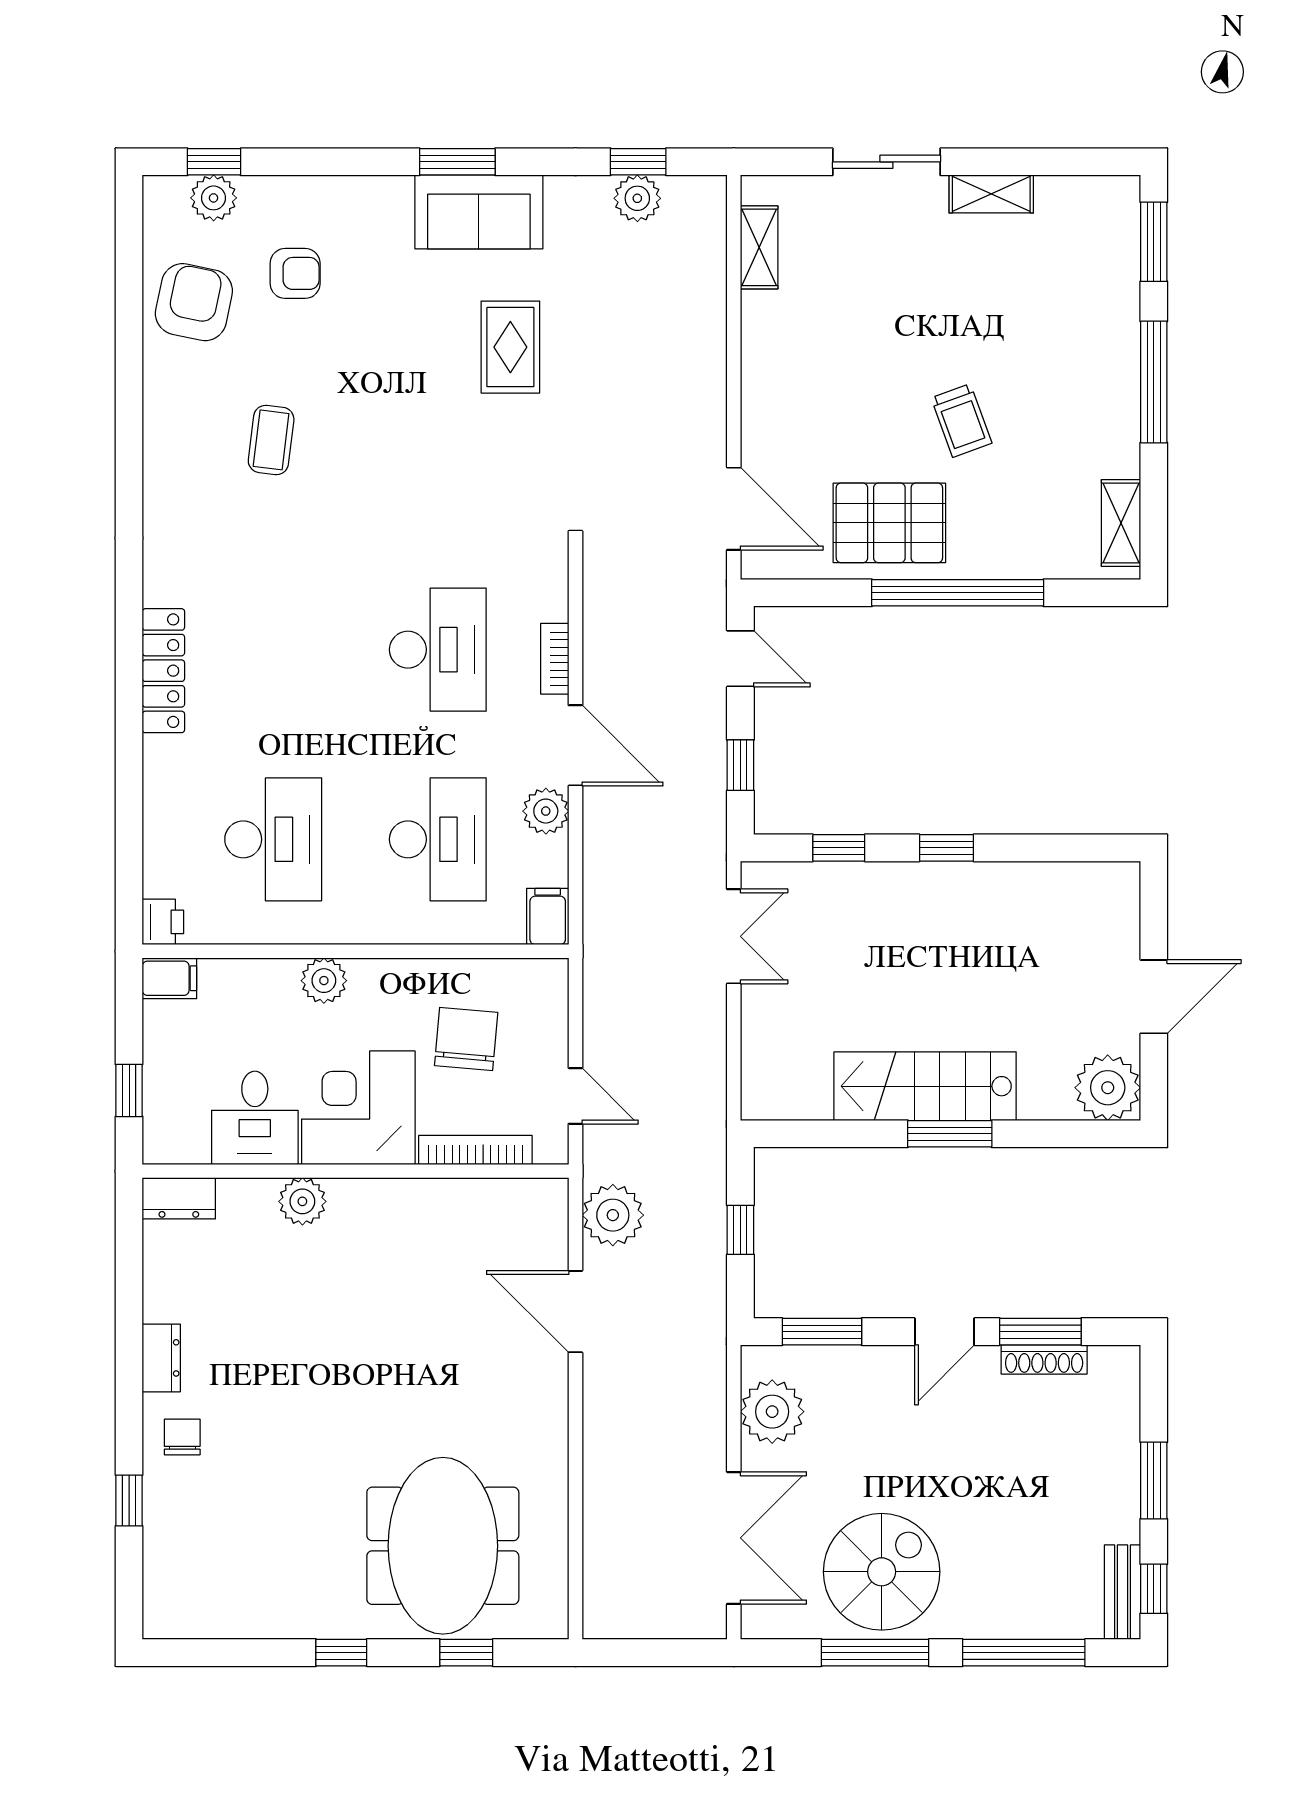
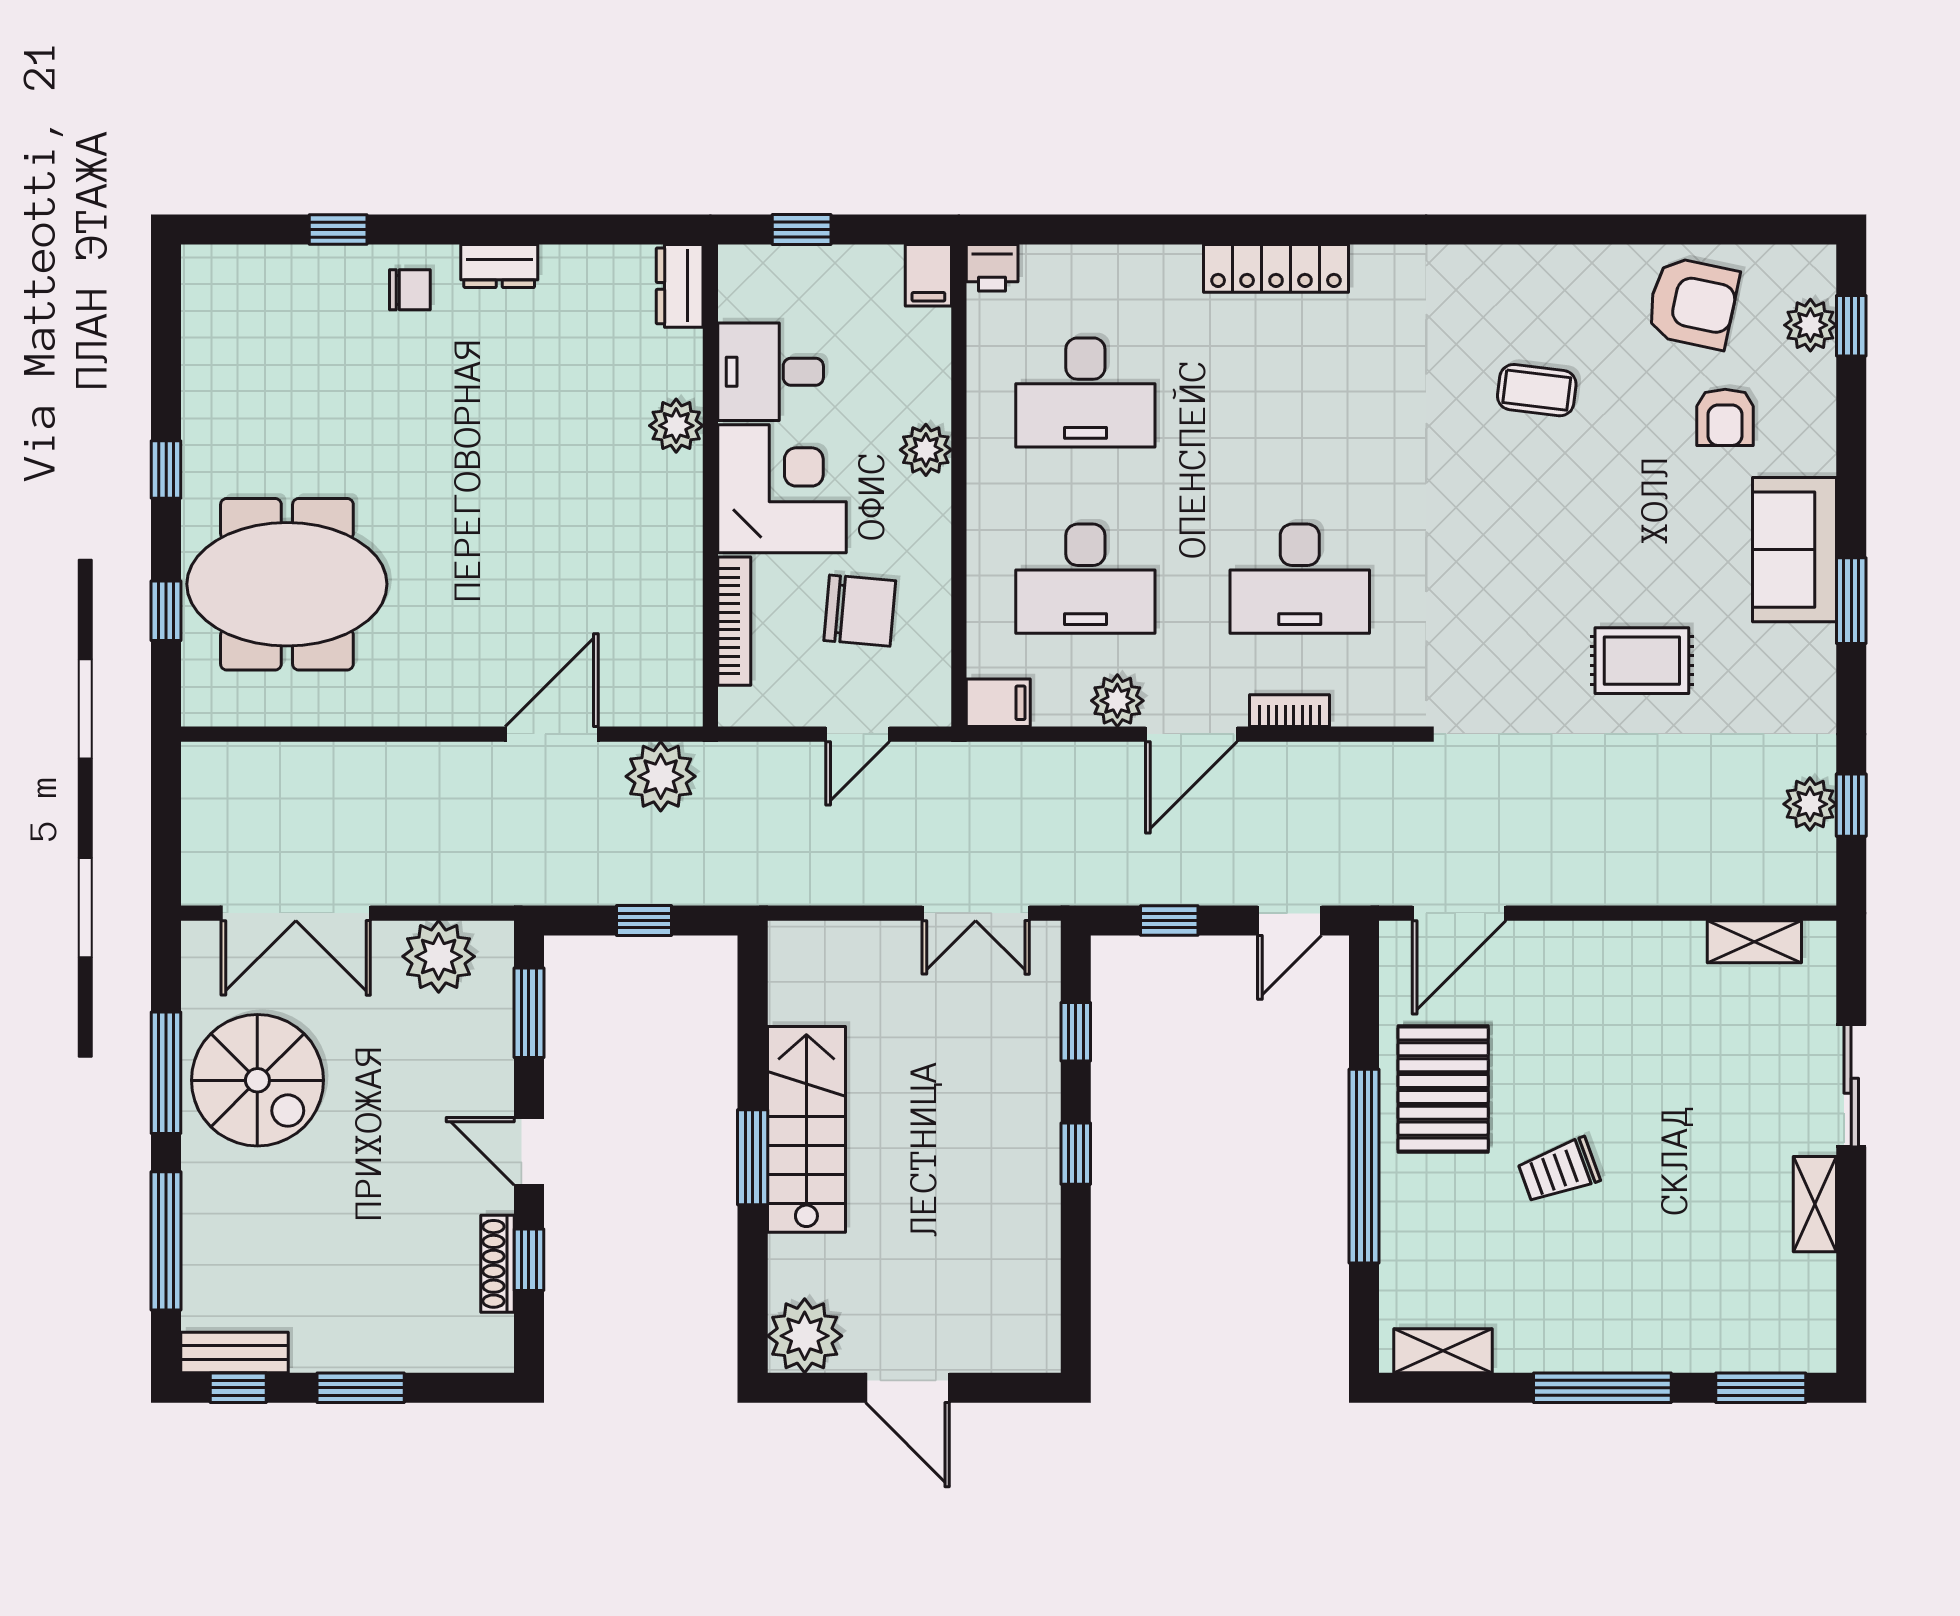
sofa: (479, 212) -> (1795, 550), moved
door: (575, 1096) -> (858, 734), moved
window: (1040, 1332) -> (529, 1260), width x0.67

